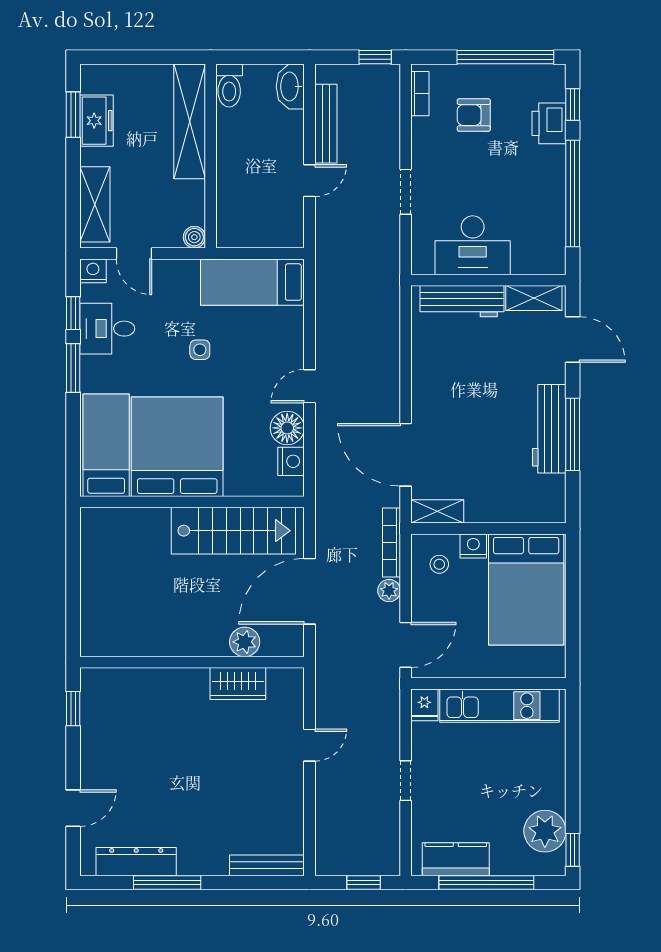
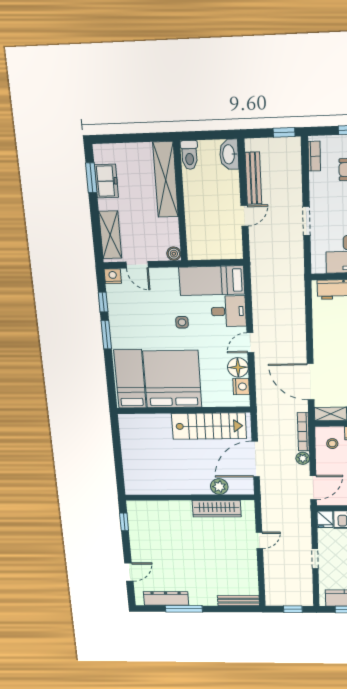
desk: (107, 329) -> (229, 311), moved, turned 180
wardrobe: (238, 684) -> (217, 509), width x1.50

